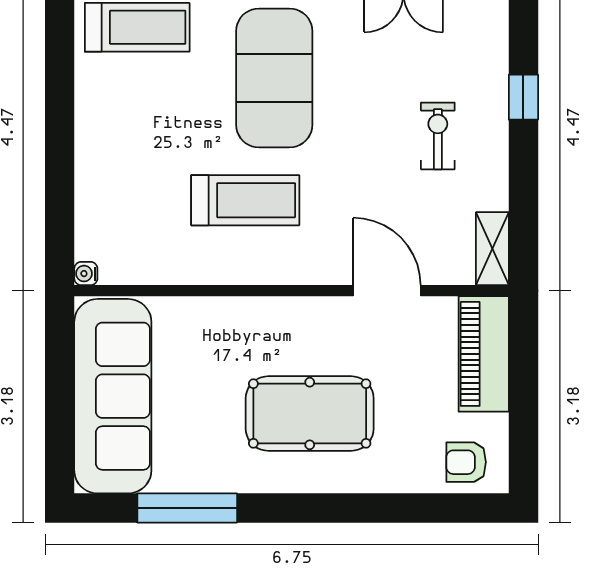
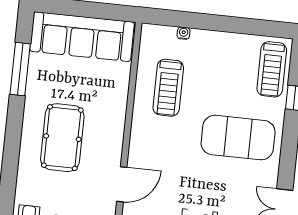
treadmill: (245, 200) -> (168, 88), moved
water cooler: (86, 274) -> (184, 33), moved

